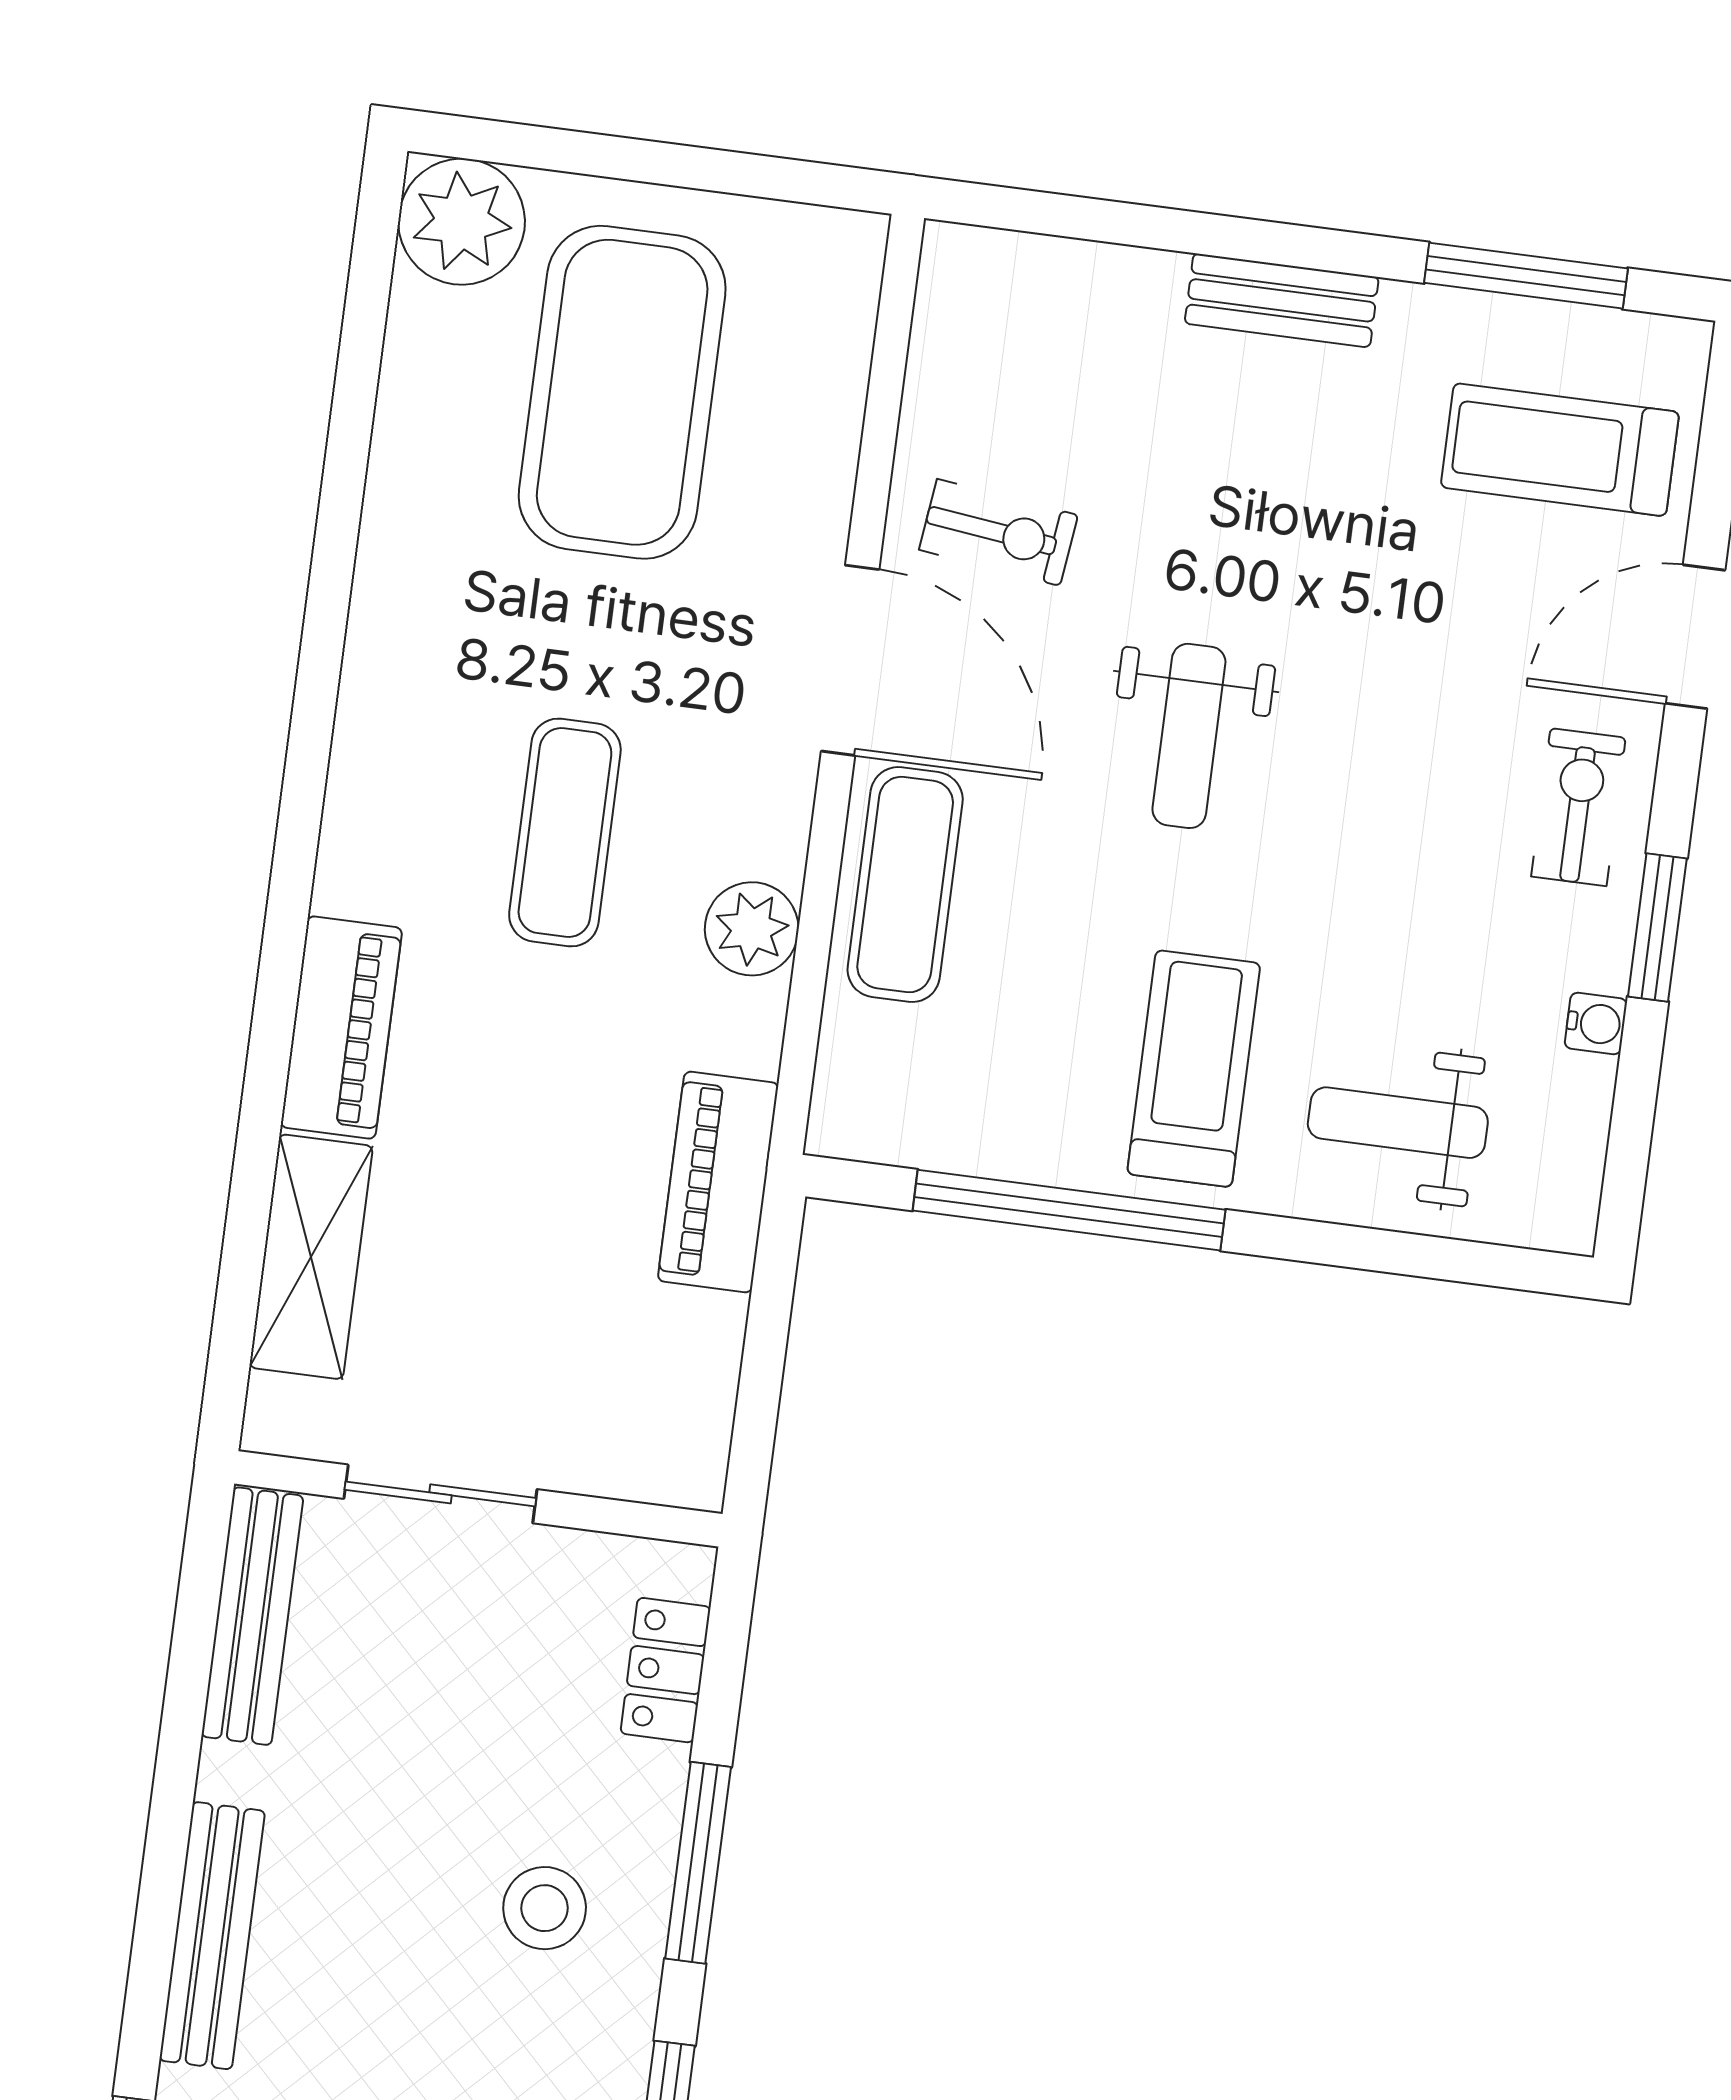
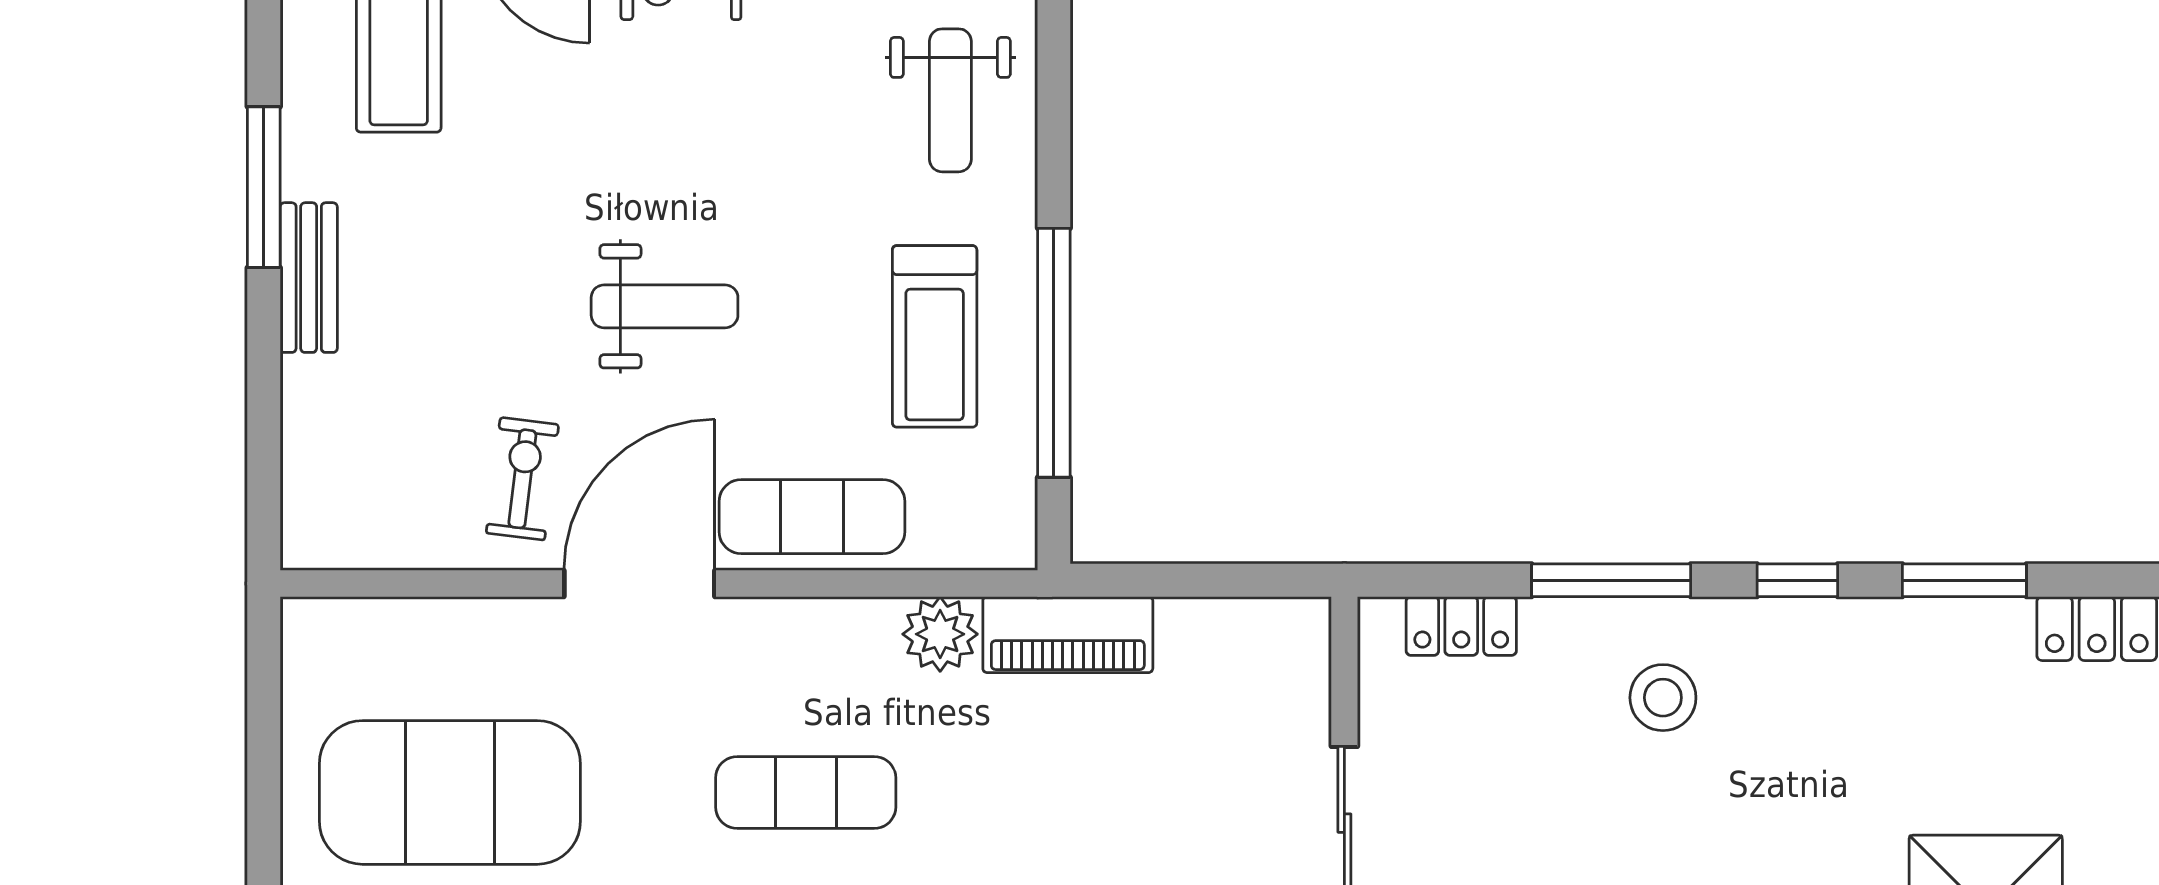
window: (1526, 276) -> (264, 187), moved
plant: (752, 929) -> (940, 634), moved
treadmill: (1194, 1069) -> (935, 336), moved, turned -90

